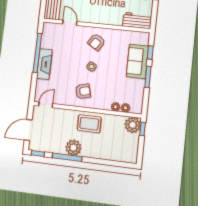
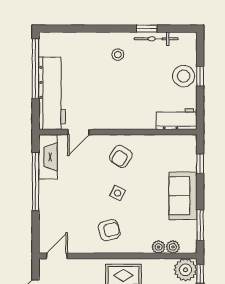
door: (70, 23) -> (78, 132), swing flipped
sofa: (137, 61) -> (183, 196), moved
fireplace: (44, 64) -> (48, 157), moved
window: (148, 77) -> (200, 225), moved

